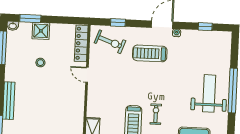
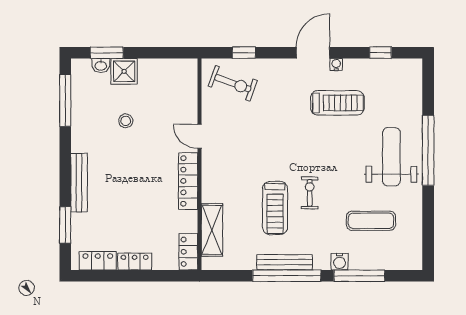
washbasin: (13, 26) -> (101, 65), moved
locker: (81, 43) -> (188, 181), moved
treadmill: (150, 53) -> (337, 103), moved, turned 180

